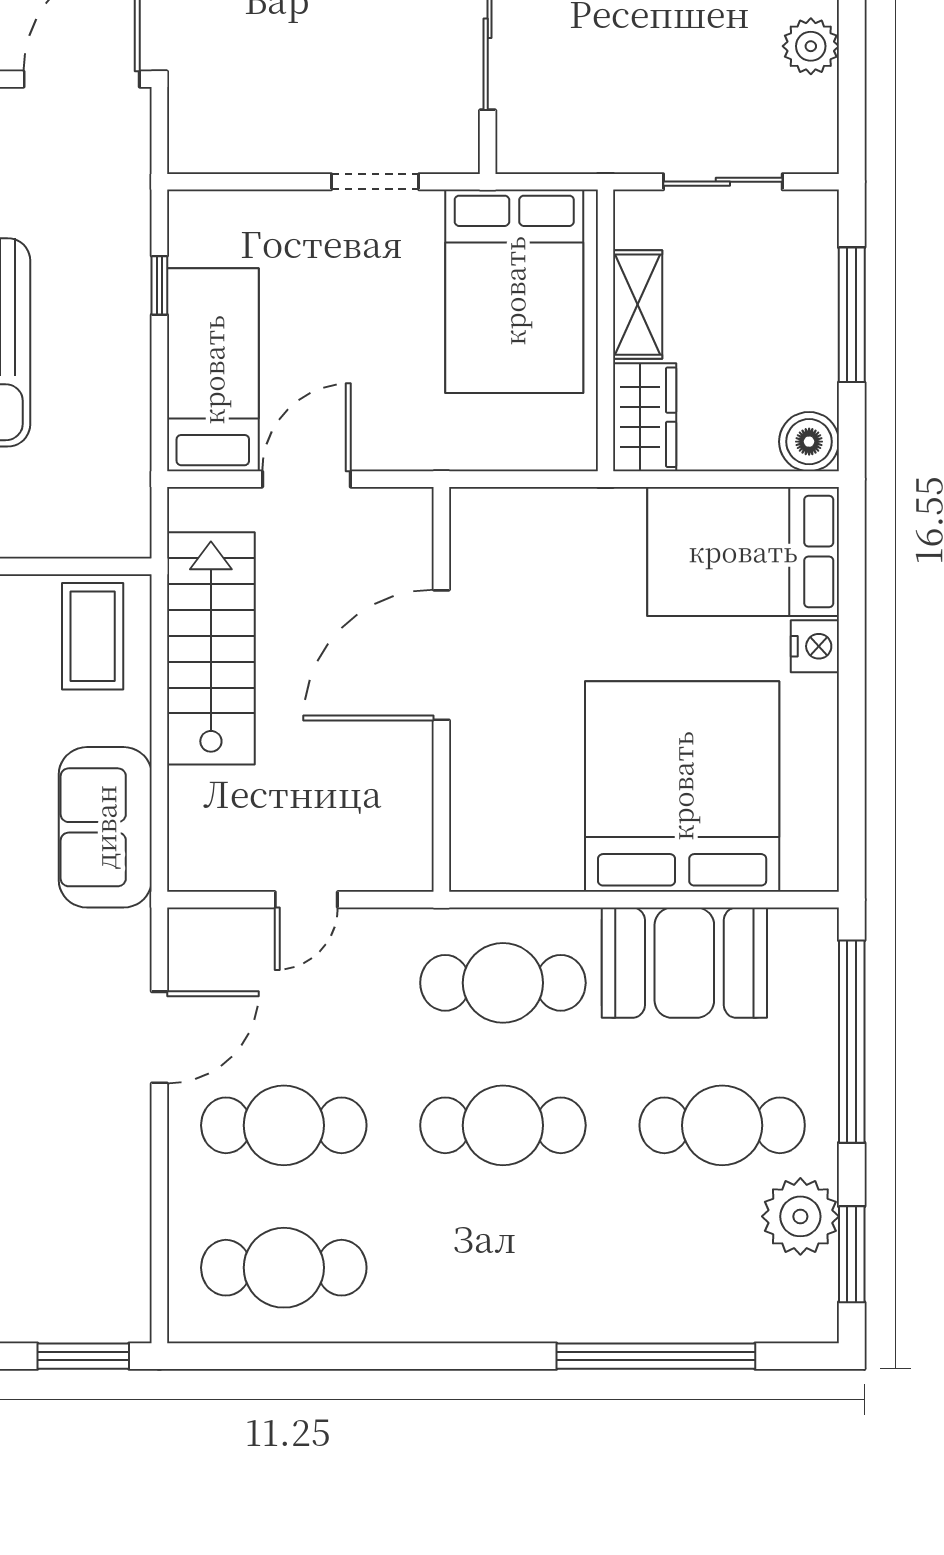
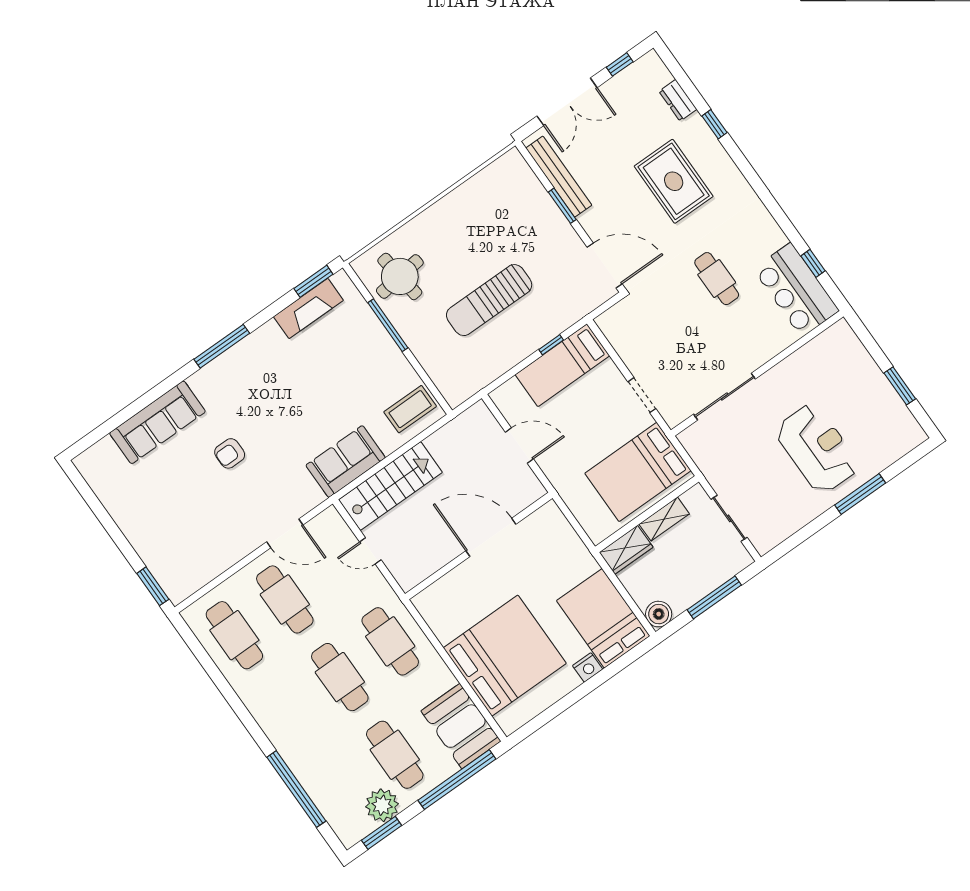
plant: (811, 46) -> (799, 516), removed
bed: (213, 370) -> (562, 365), moved, turned 180
stairs: (211, 648) -> (390, 486), moved
booth: (684, 963) -> (461, 726), moved

